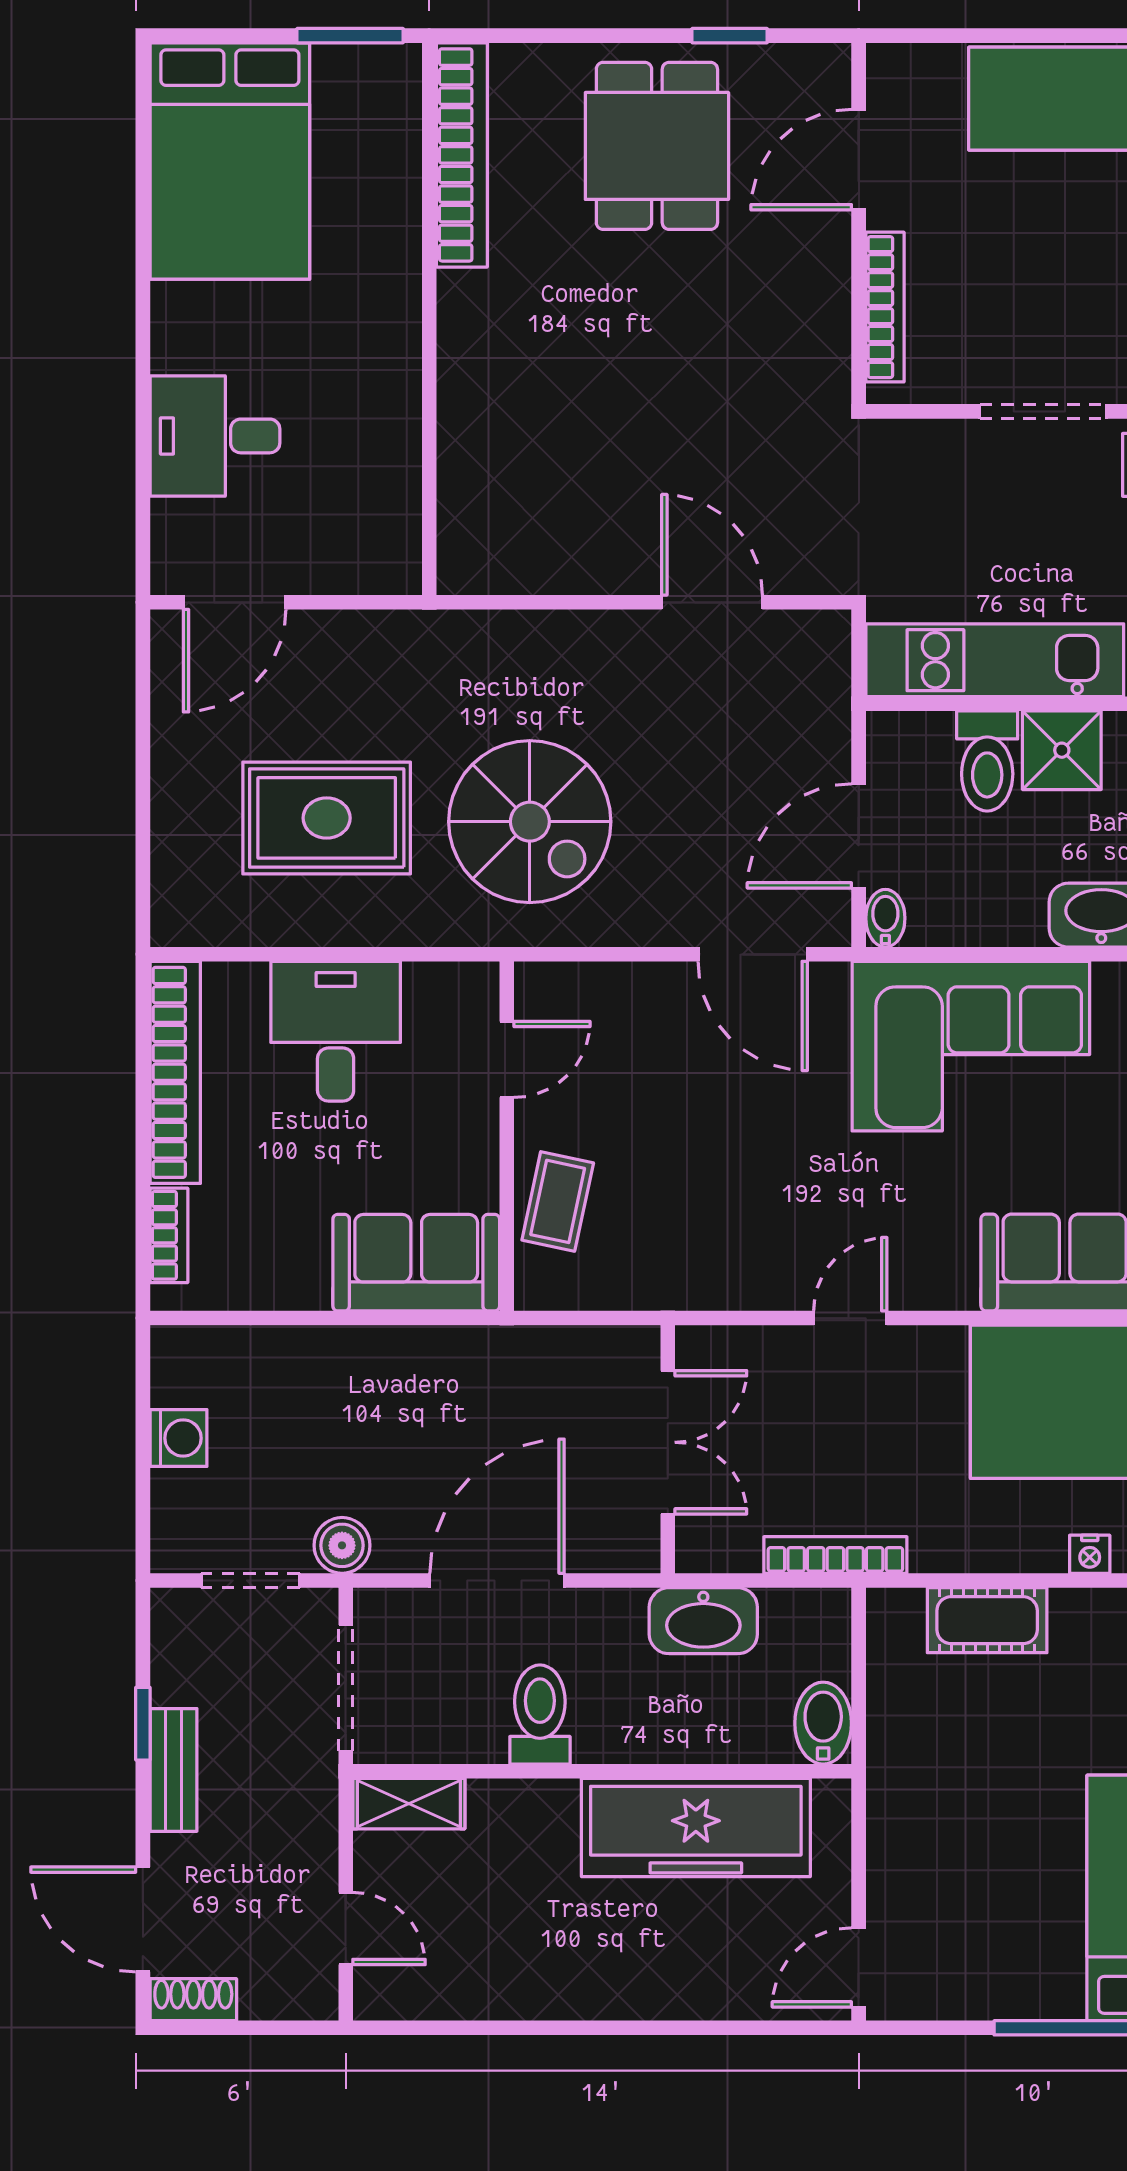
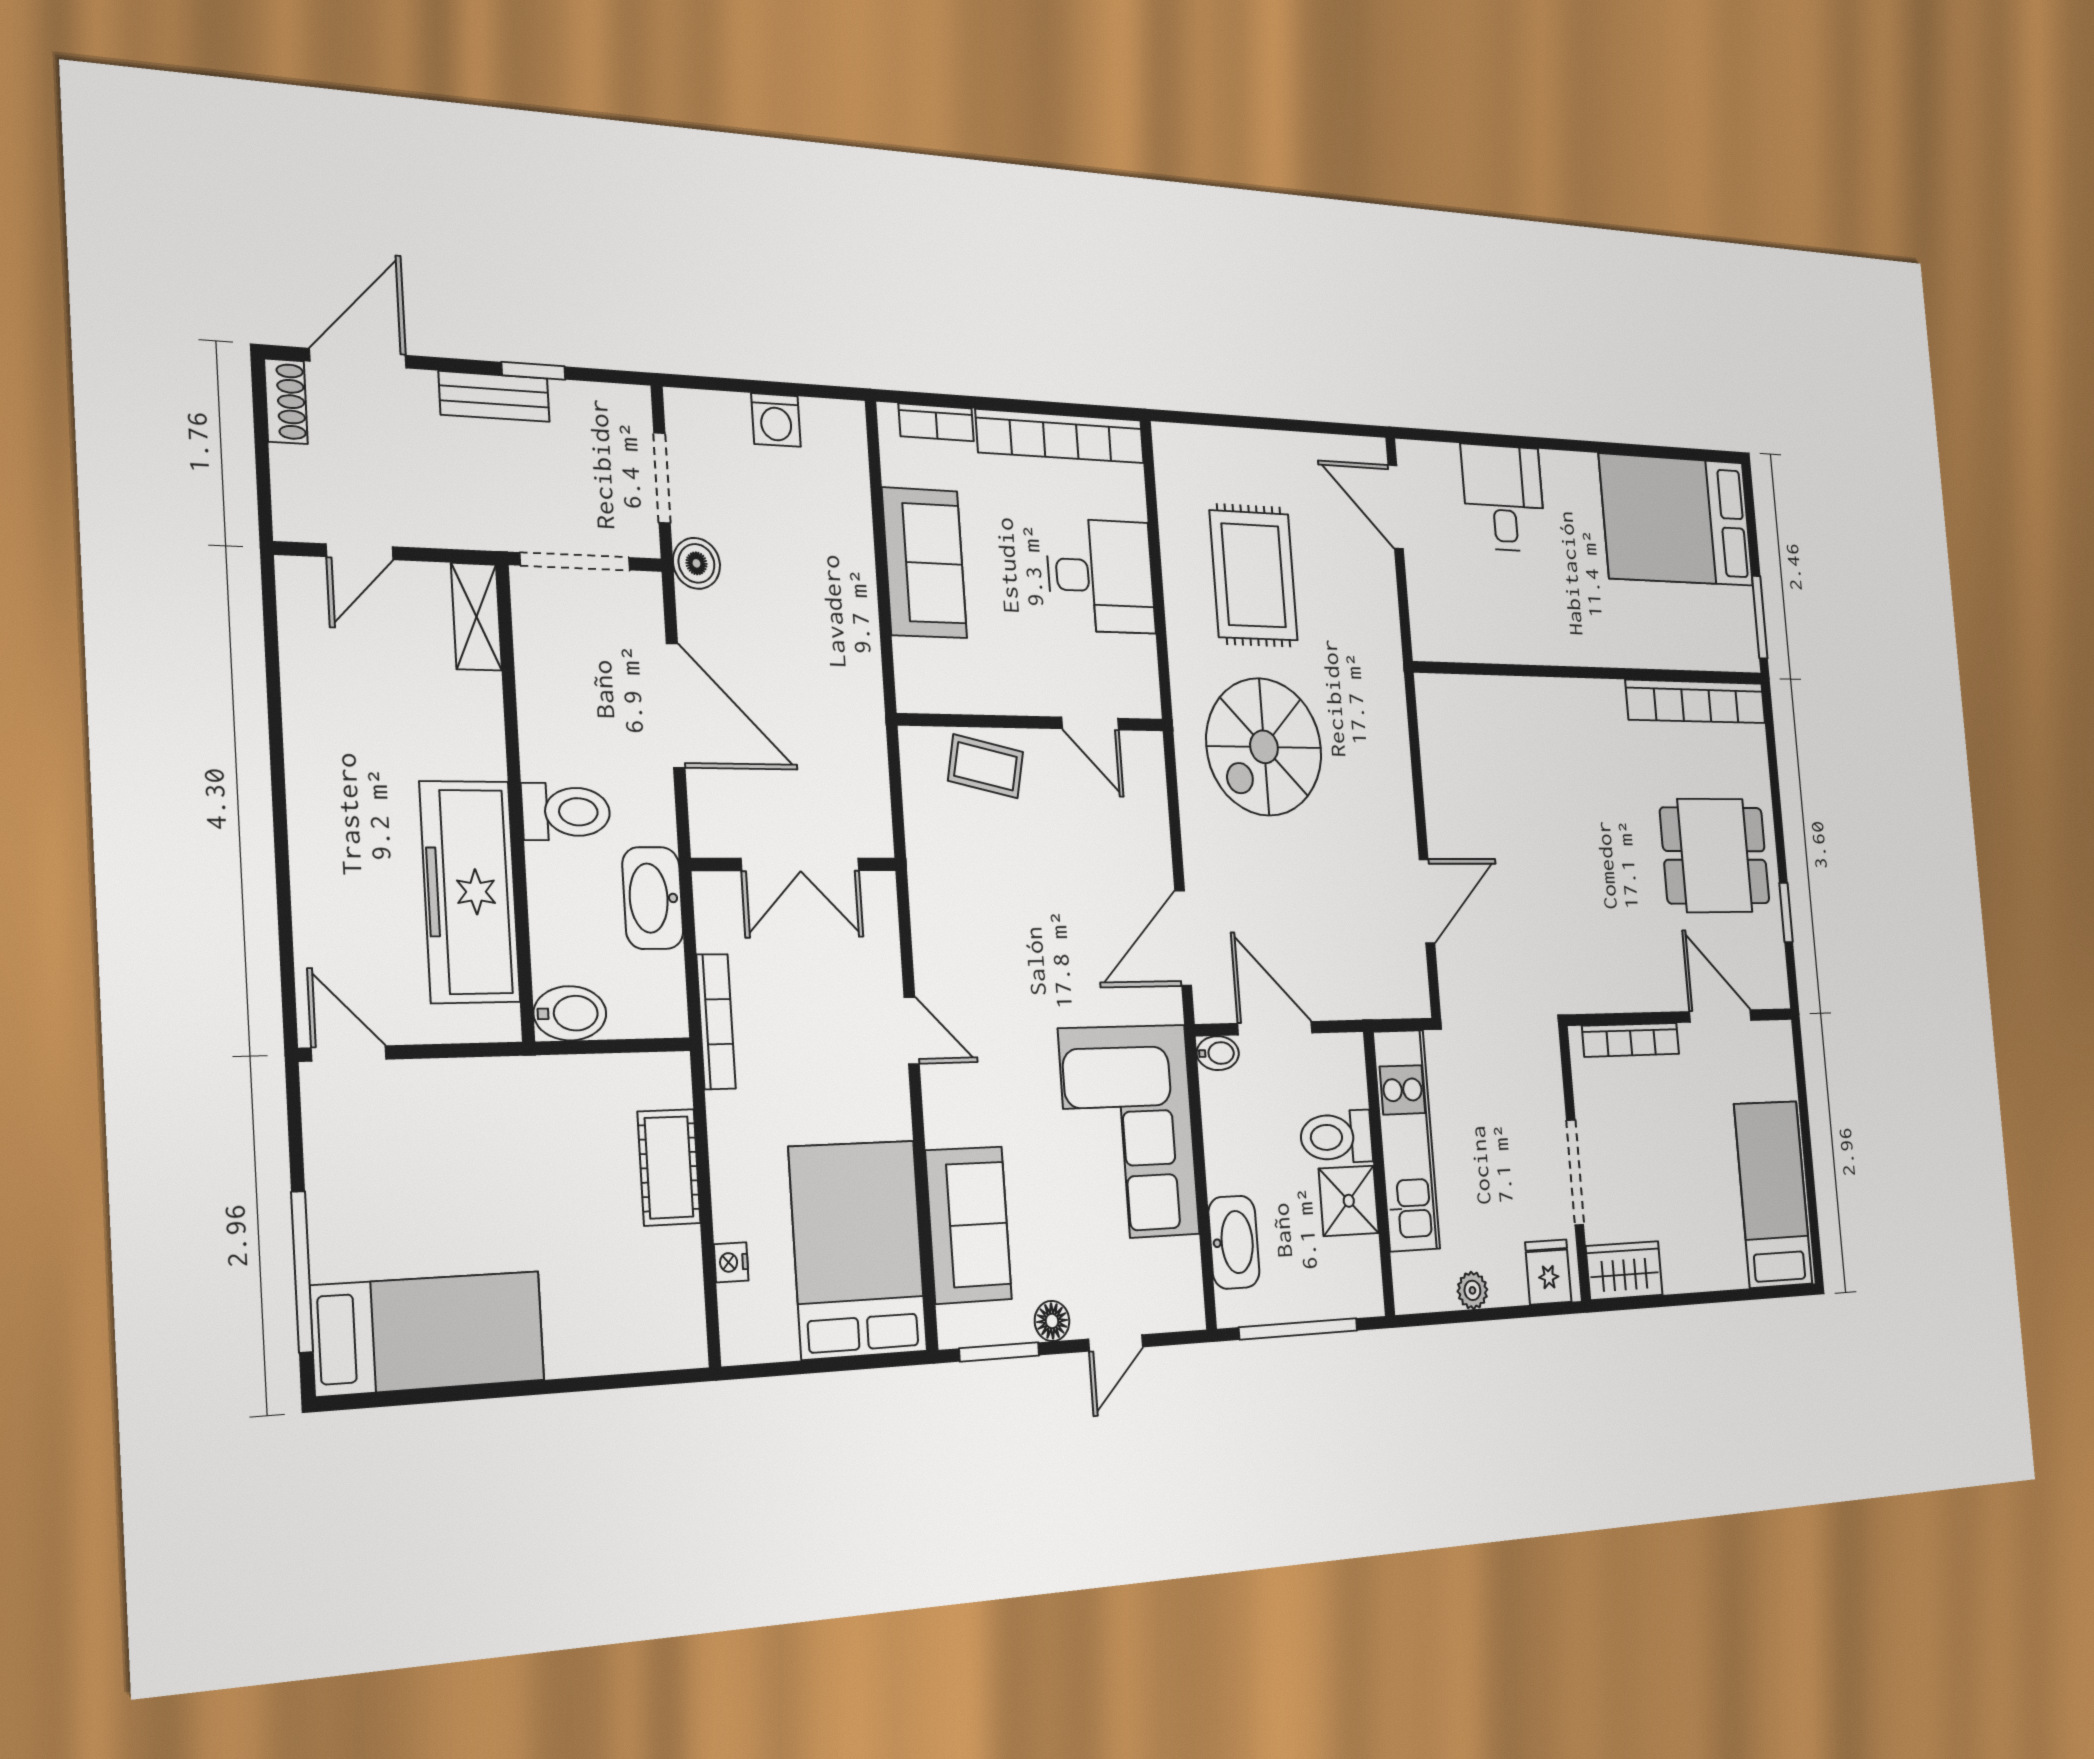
sofa: (416, 1263) -> (924, 563), moved
toilet: (540, 1715) -> (566, 812), moved

